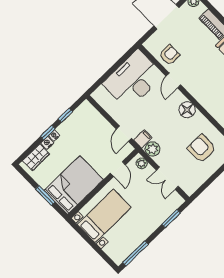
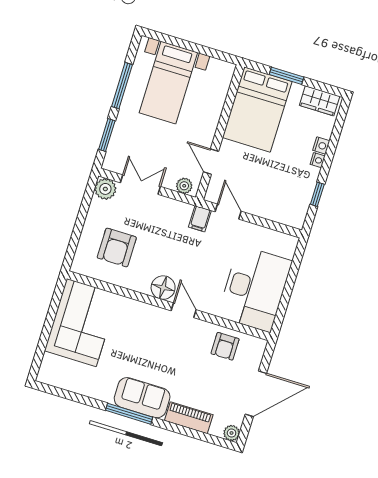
door: (173, 80) -> (184, 310), moved
window: (48, 133) -> (328, 159), removed
plant: (152, 149) -> (105, 189), moved
armchair: (202, 149) -> (117, 247), turned 90
wardrobe: (36, 157) -> (320, 101), moved, turned -90
bed with nightstands: (104, 216) -> (168, 83), moved
window: (135, 253) -> (122, 86), moved

